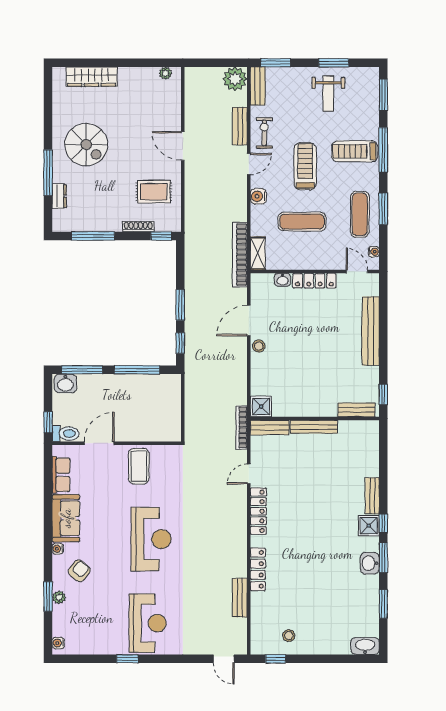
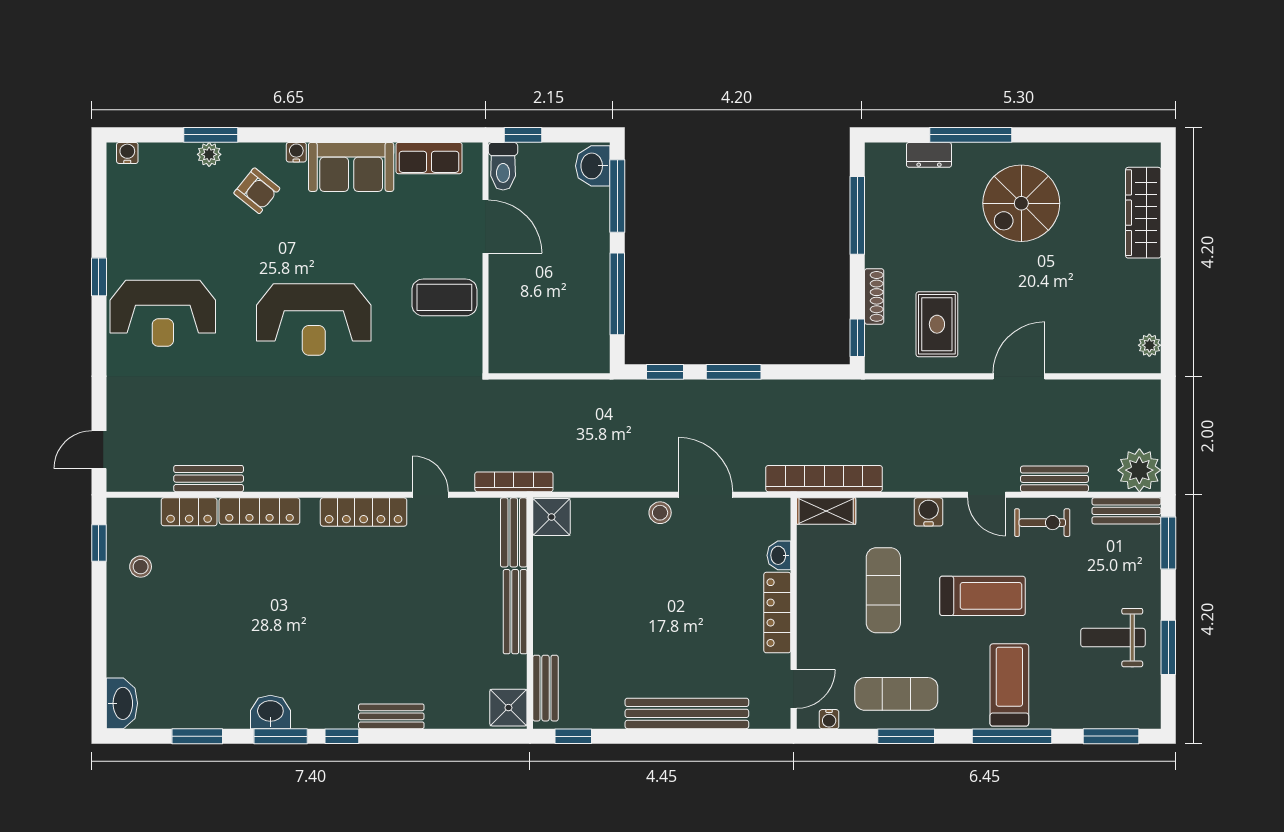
shower: (369, 526) -> (508, 708), moved
locker: (258, 609) -> (189, 512), added

